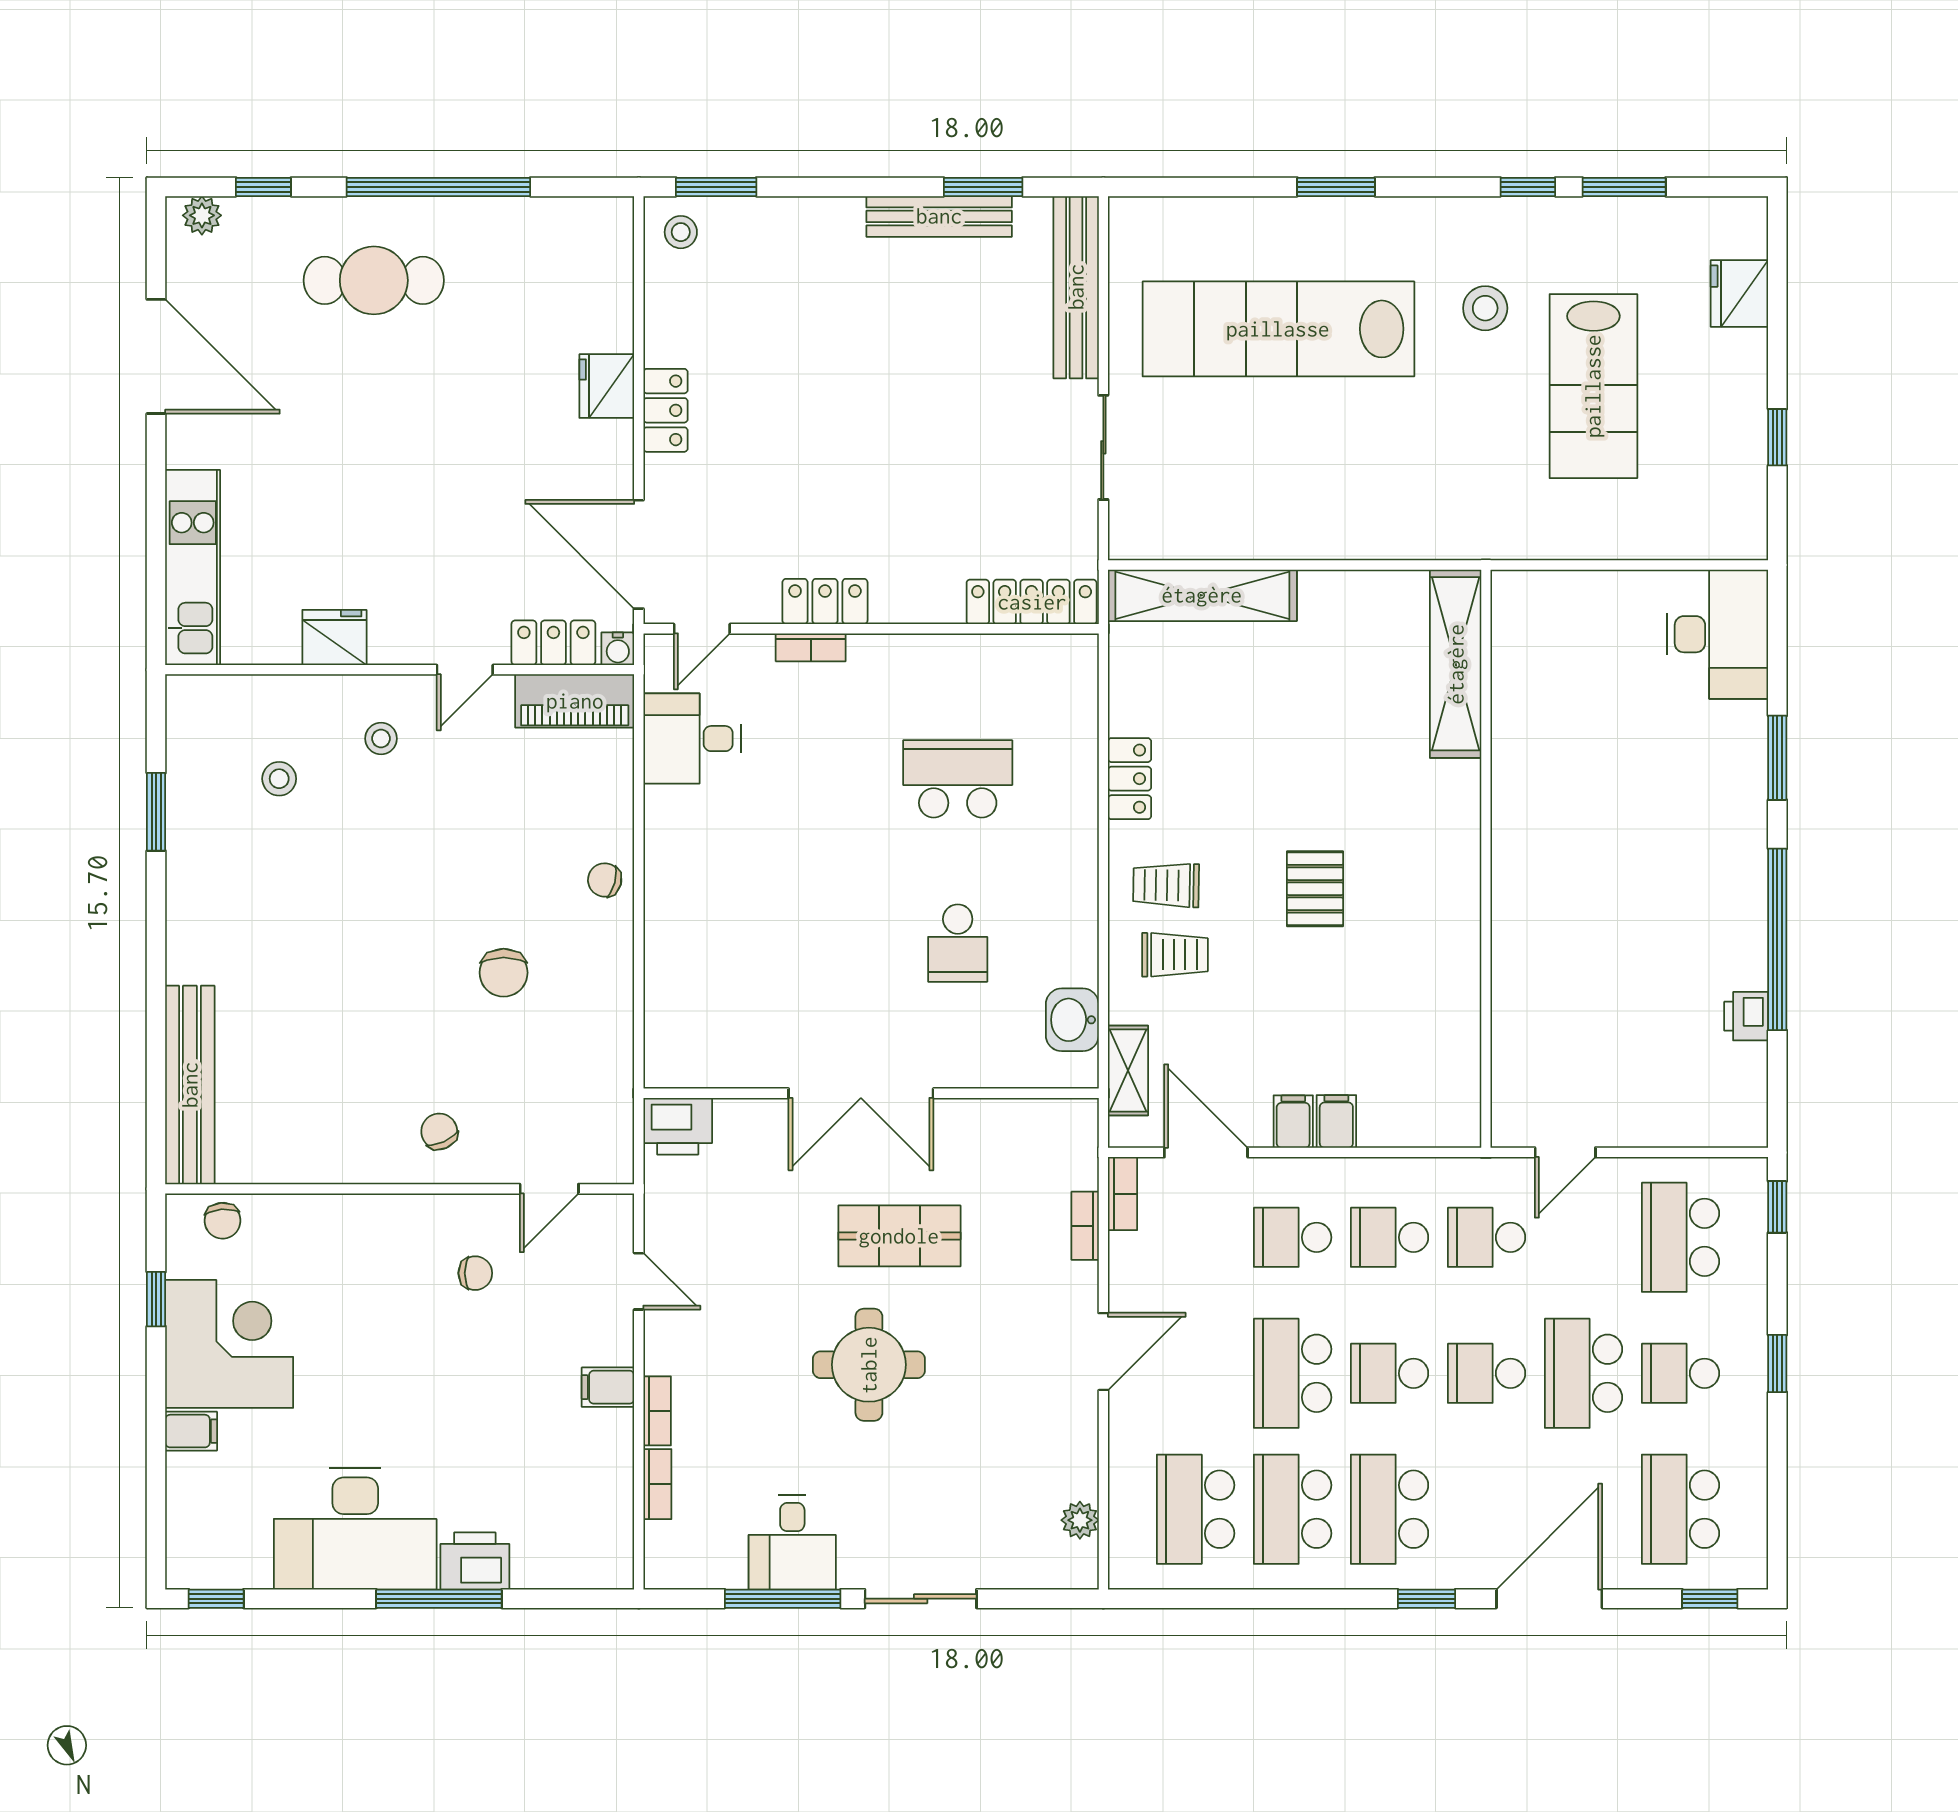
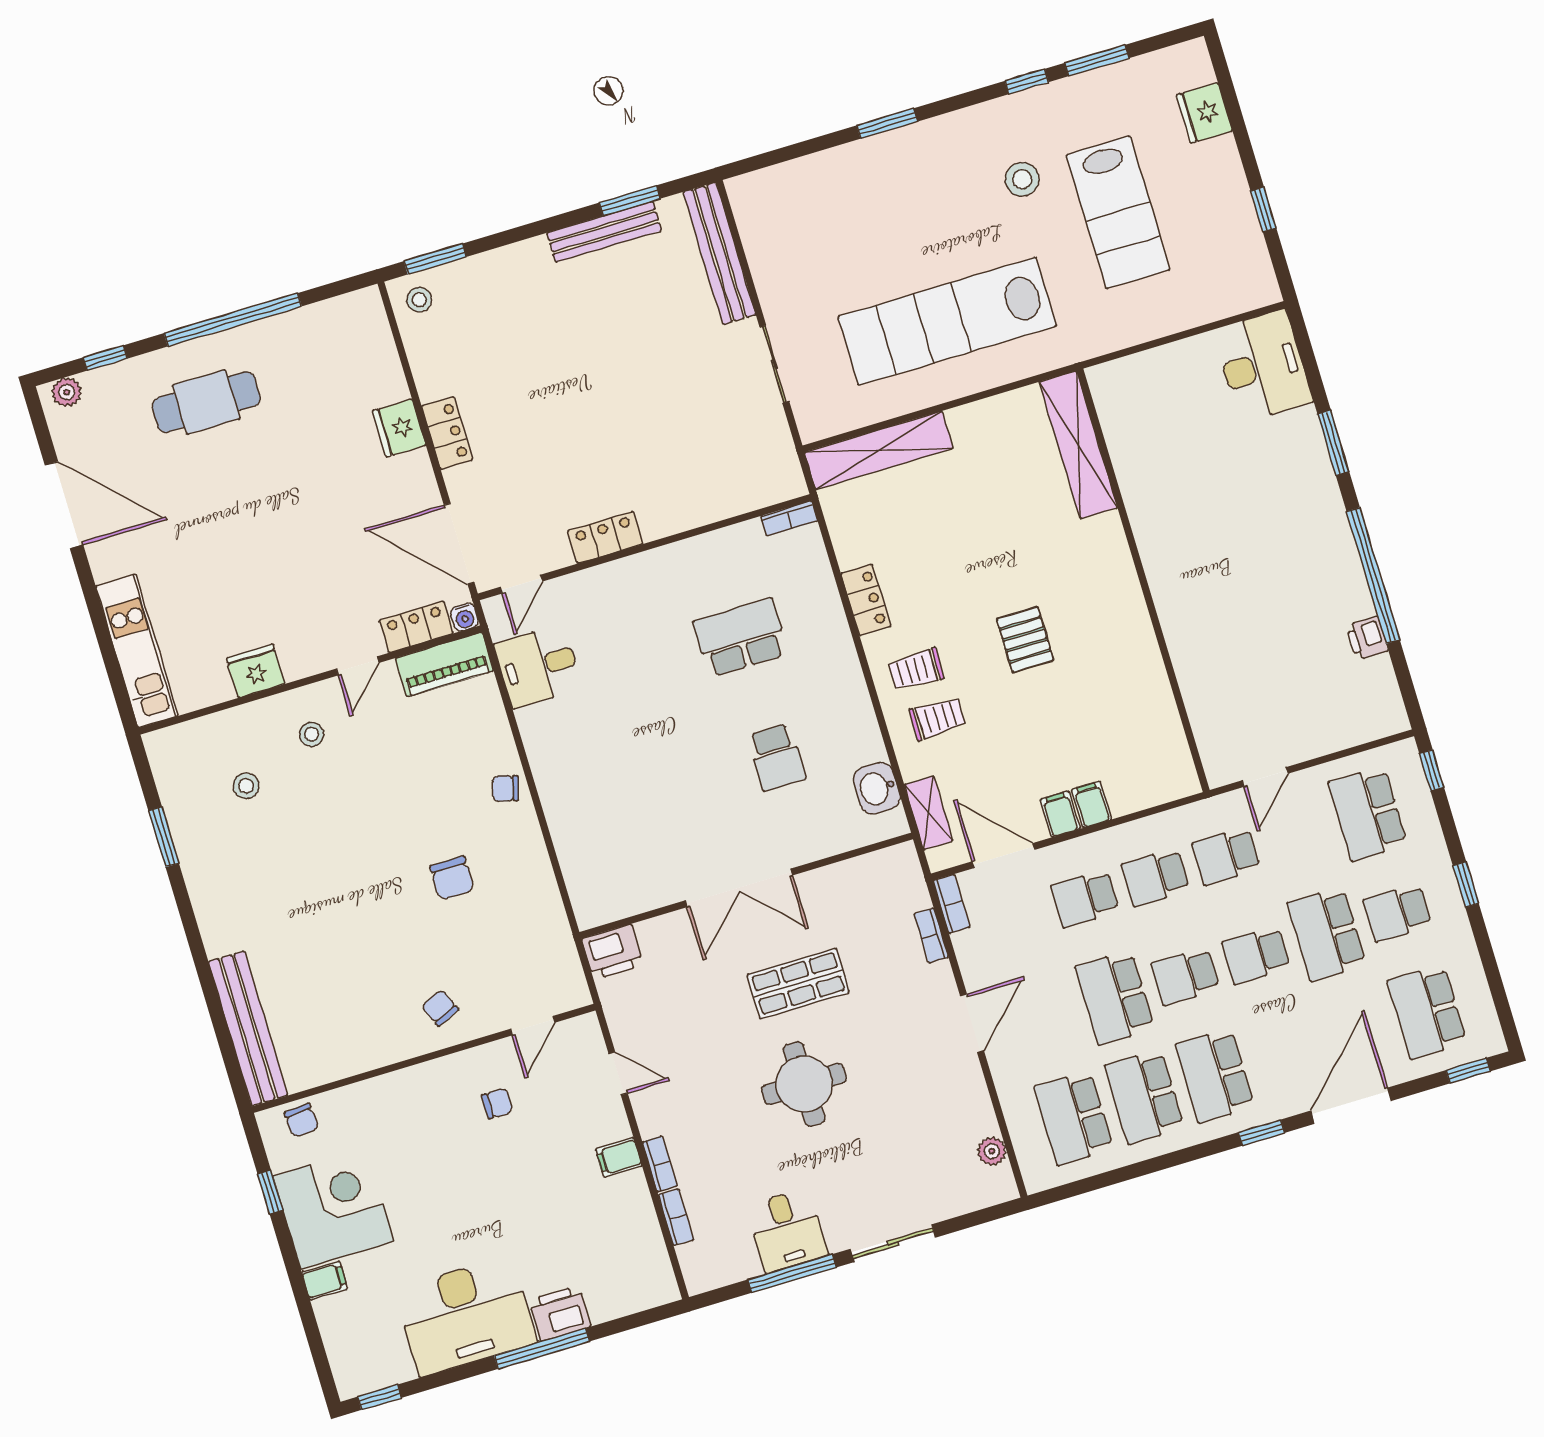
lab bench: (1278, 329) -> (947, 321), moved
locker: (1032, 602) -> (756, 492), removed
bookcase: (811, 647) -> (789, 519), moved

